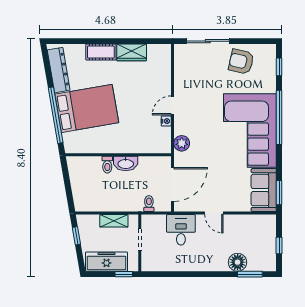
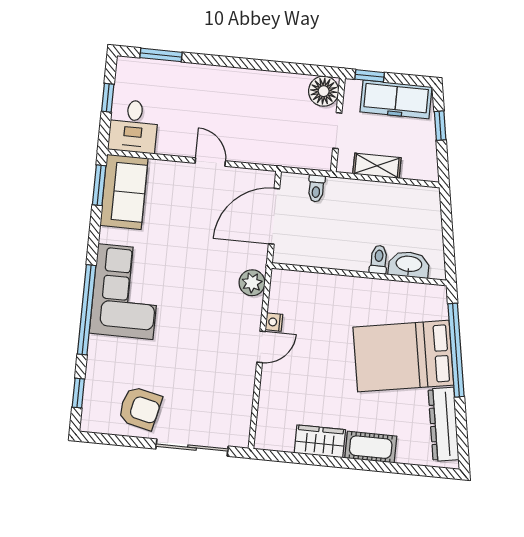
corner sofa: (250, 130) -> (125, 292), width x0.73, depth x0.74
washbasin: (126, 164) -> (409, 265), moved
desk: (181, 230) -> (133, 126), moved
window: (76, 236) -> (440, 126), moved
floor lamp: (238, 262) -> (324, 91), moved

